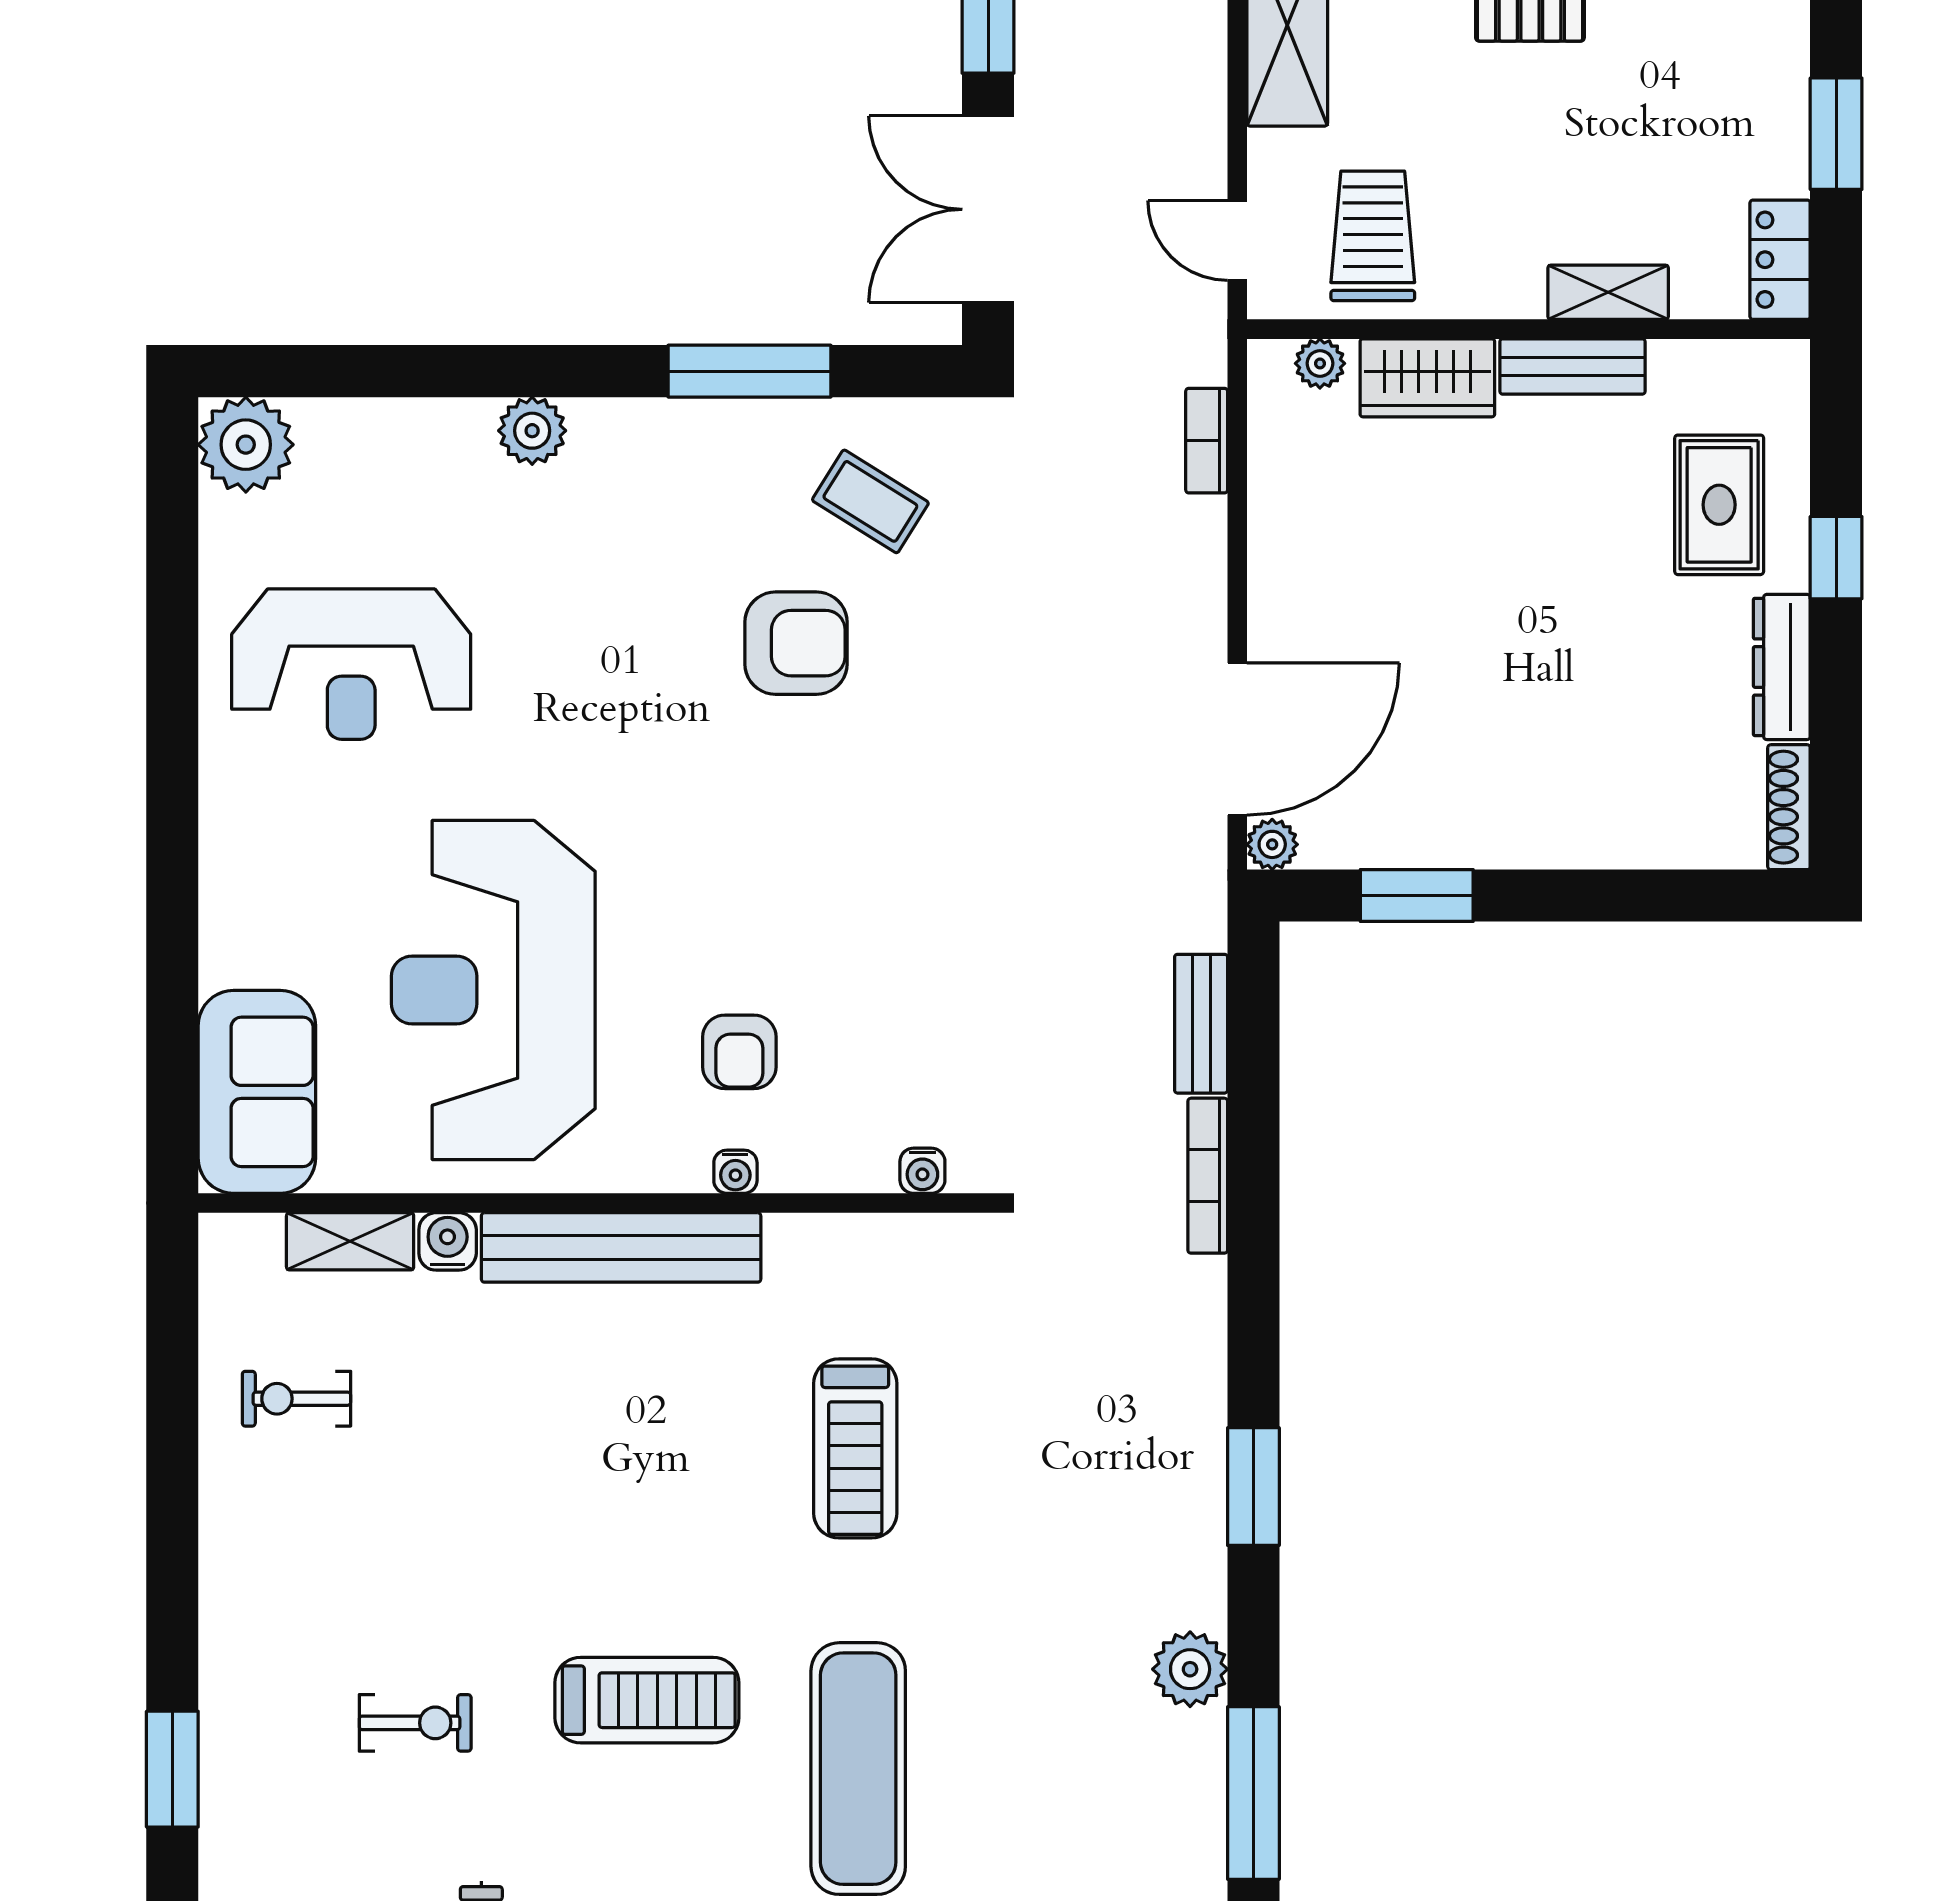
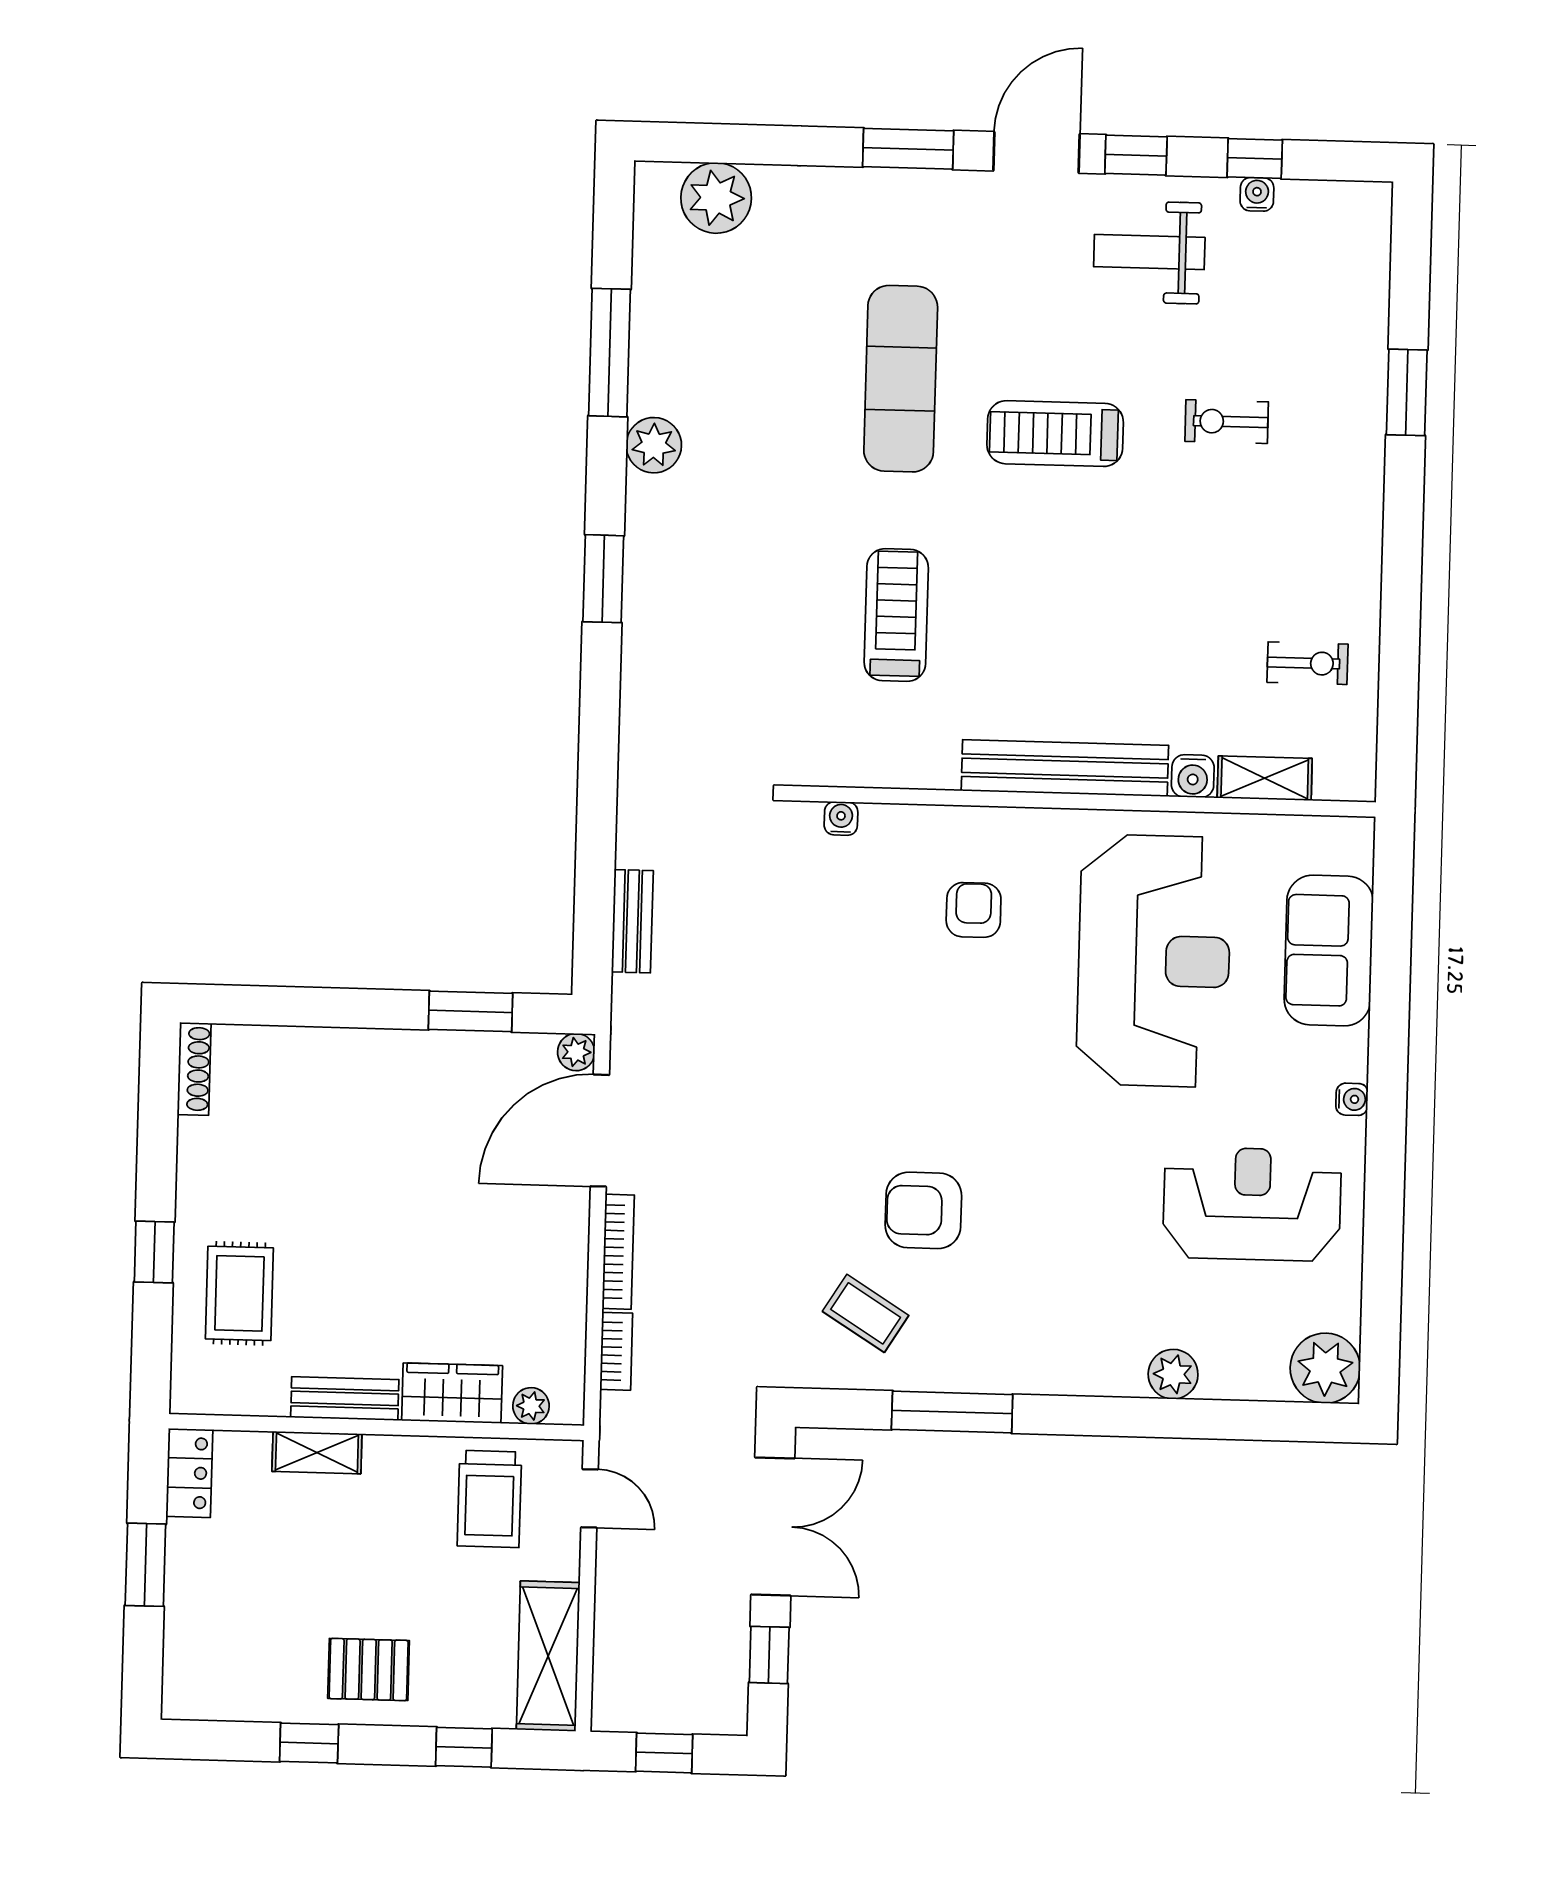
plant: (532, 431) -> (1173, 1374), moved
dresser: (1782, 667) -> (197, 1172), removed
sofa: (257, 1092) -> (1329, 951), moved
water cooler: (735, 1172) -> (1352, 1099), moved, turned 90
bookcase: (1208, 1176) -> (618, 1252), moved

